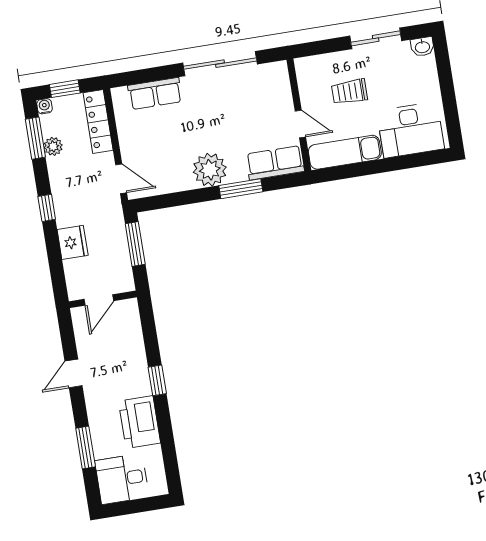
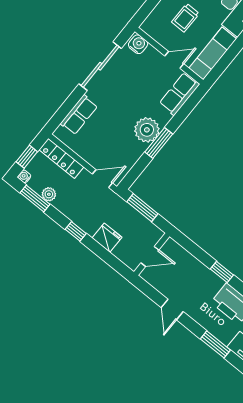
water cooler: (278, 76) -> (138, 44), added
window: (241, 189) -> (159, 143), moved
door: (99, 300) -> (150, 256), hinge flipped

